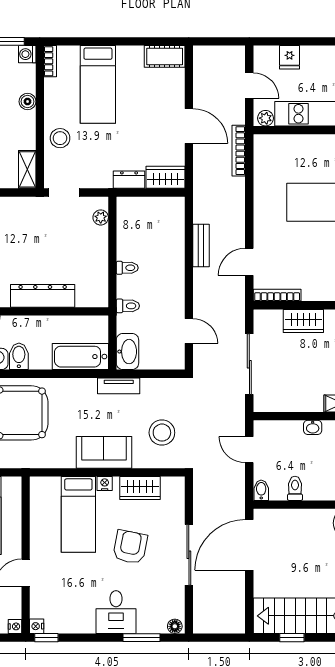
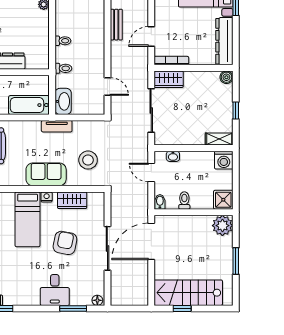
wardrobe: (303, 321) -> (169, 79), moved
washbasin: (313, 427) -> (173, 156), moved

